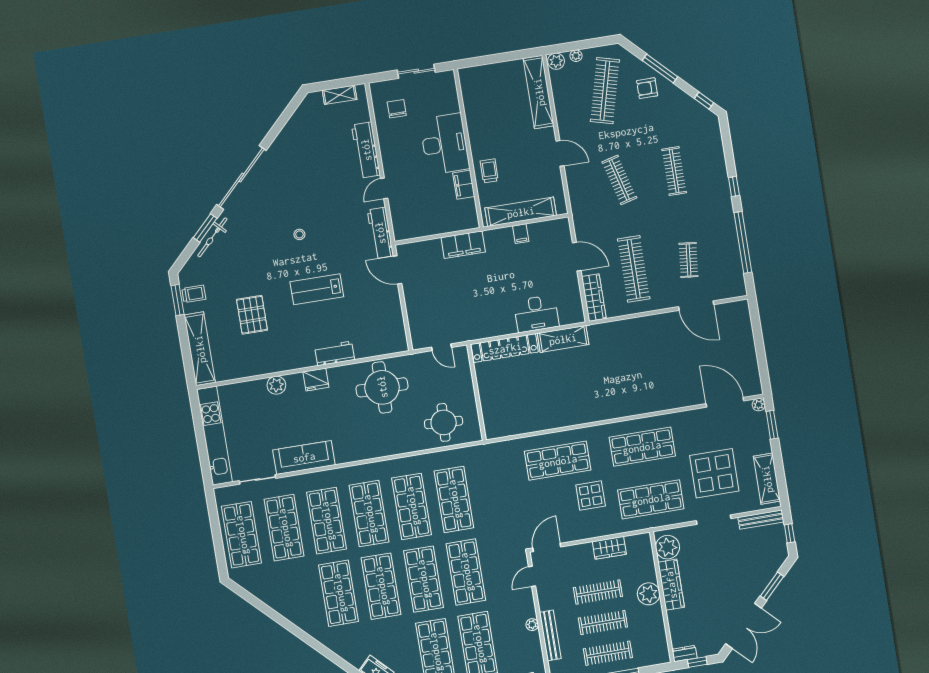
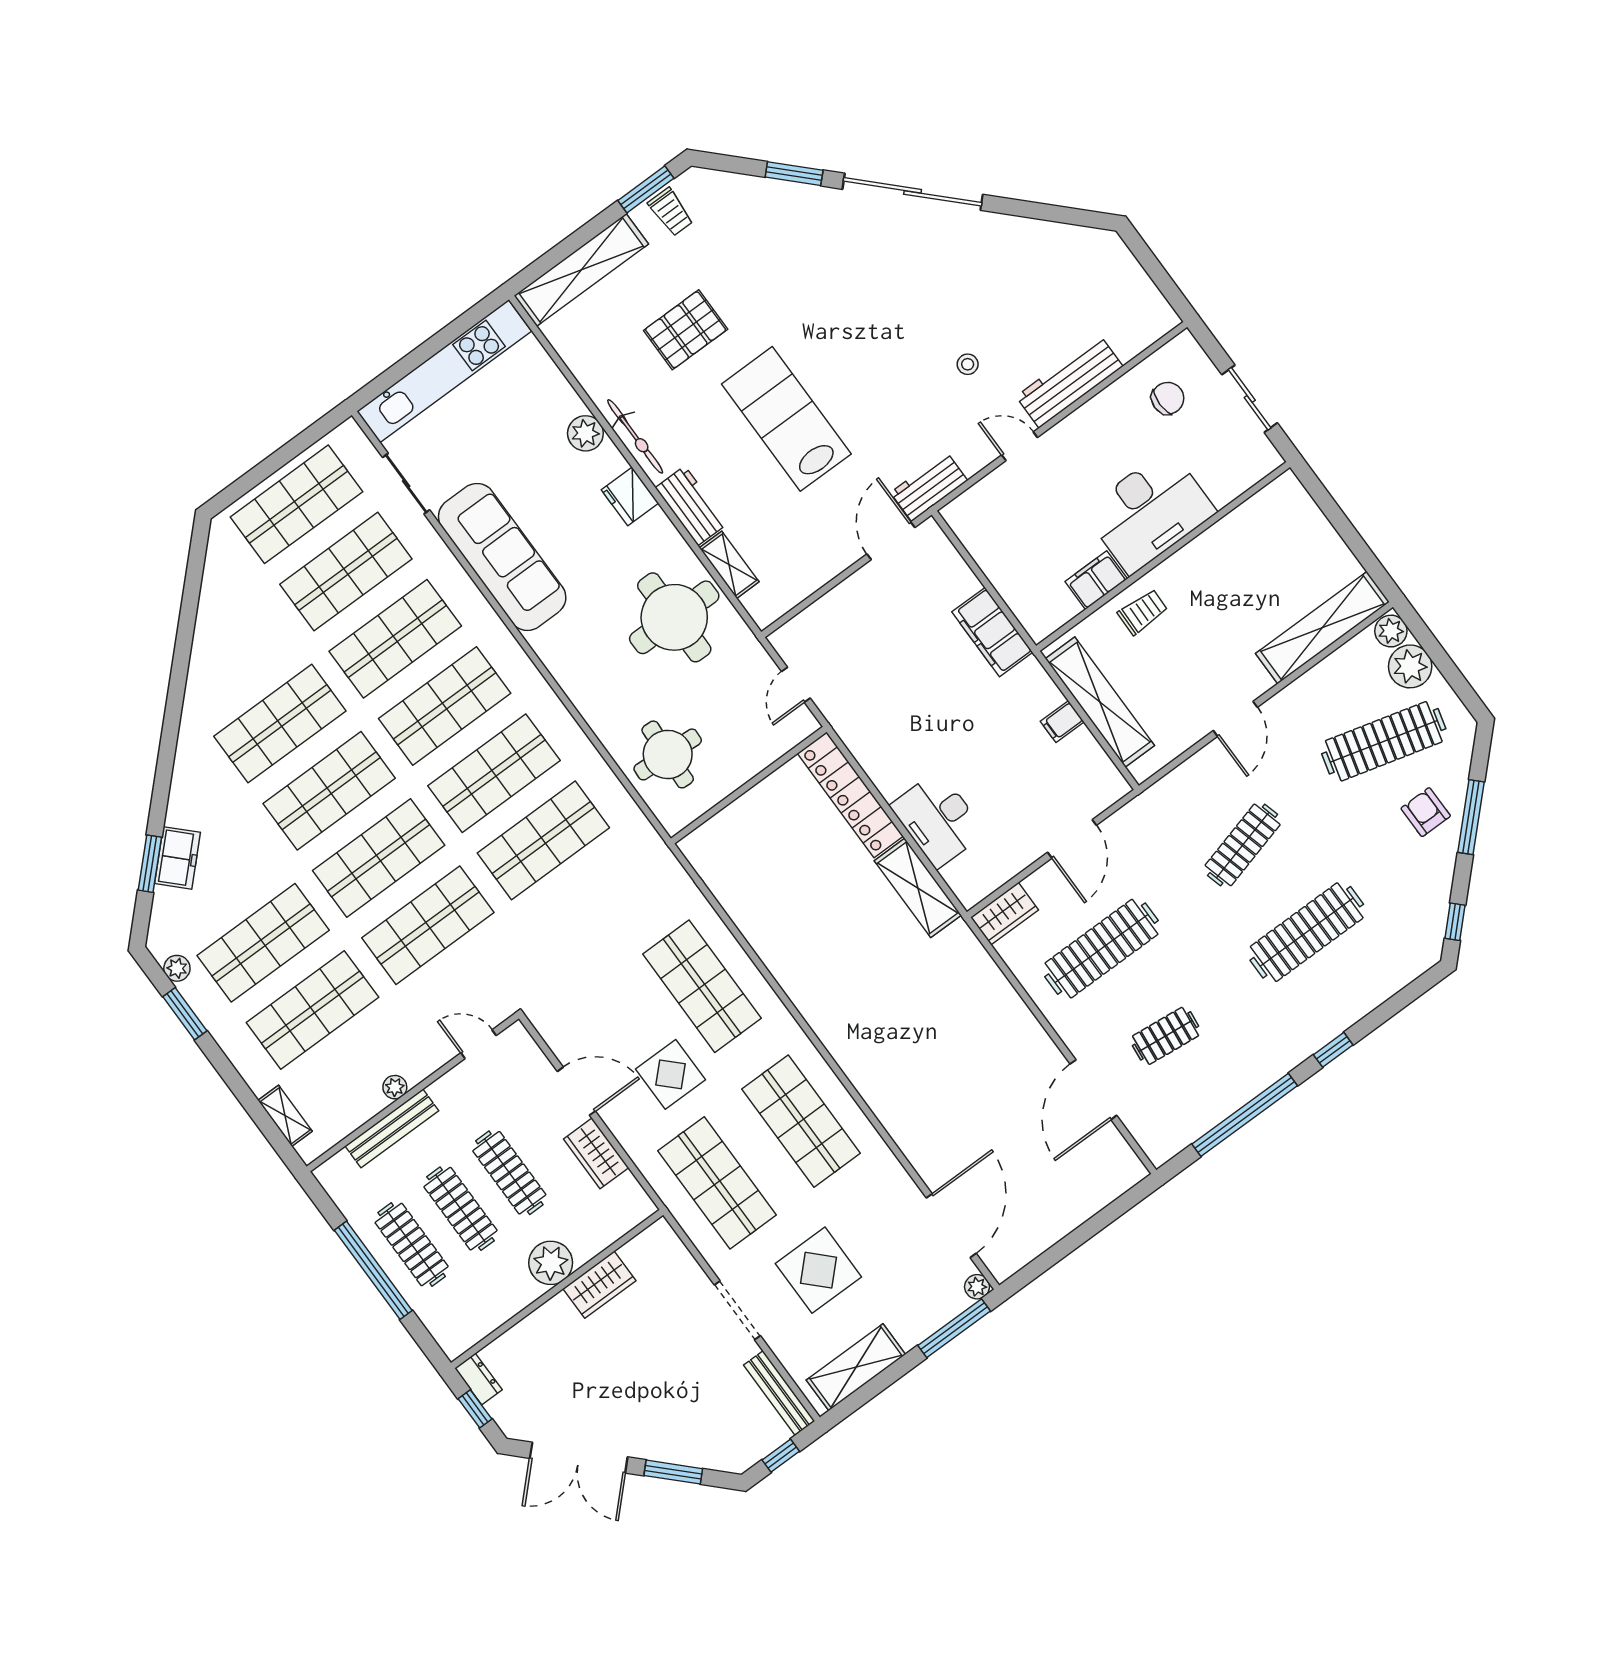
plant: (576, 56) -> (1410, 666), width x1.87, depth x1.87
shelving: (340, 95) -> (729, 565), moved
clothes rail: (674, 171) -> (1307, 932), width x1.37, depth x1.31
workbench: (380, 233) -> (929, 487), width x0.73
stool: (299, 234) -> (968, 364), moved
bicycle: (212, 237) -> (635, 436), moved, turned -135
lab bench: (317, 289) -> (786, 419), width x1.36, depth x1.39
wardrobe: (594, 298) -> (1005, 914), width x0.67
window: (772, 425) -> (954, 1328), width x1.44
sofa: (304, 457) -> (502, 557), width x1.36, depth x1.27
display table: (714, 473) -> (818, 1270), width x0.73, depth x0.73
door: (547, 547) -> (576, 1091), moved
plant: (668, 547) -> (649, 1254), removed
wardrobe: (671, 585) -> (599, 1285), width x0.67

